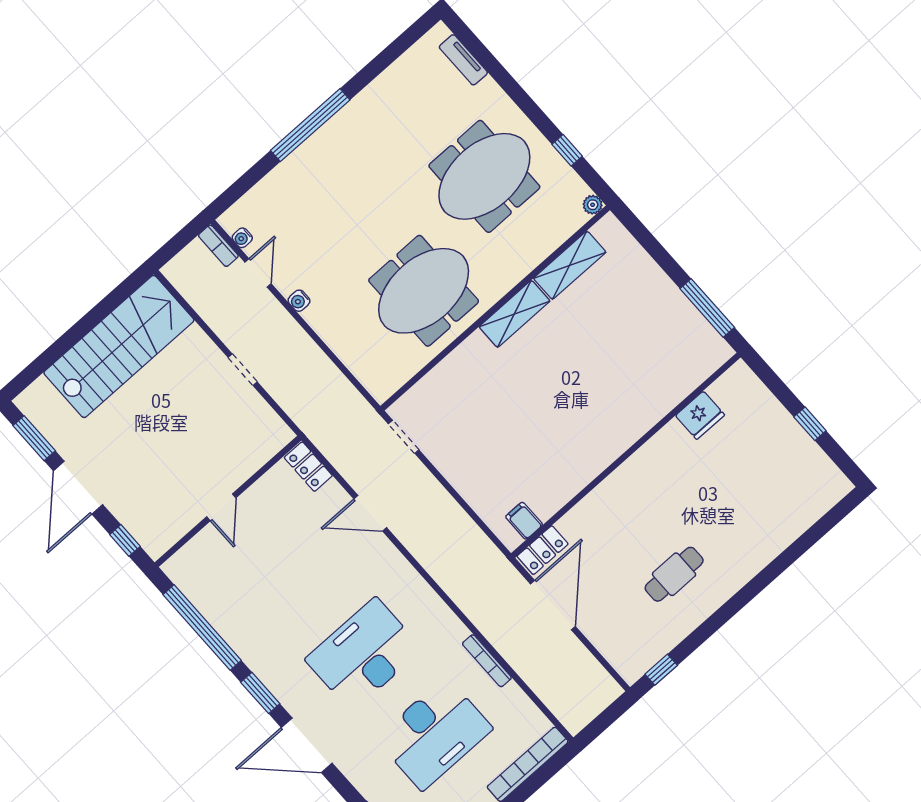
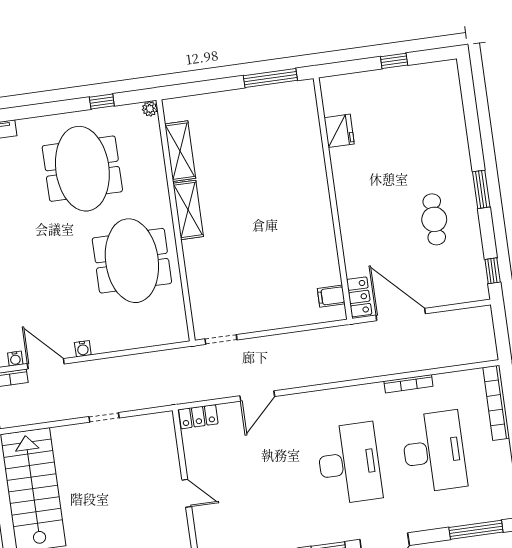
door: (258, 273) -> (46, 364), width x1.38
window: (737, 602) -> (481, 189), added
desk: (364, 654) -> (349, 463), turned 180

